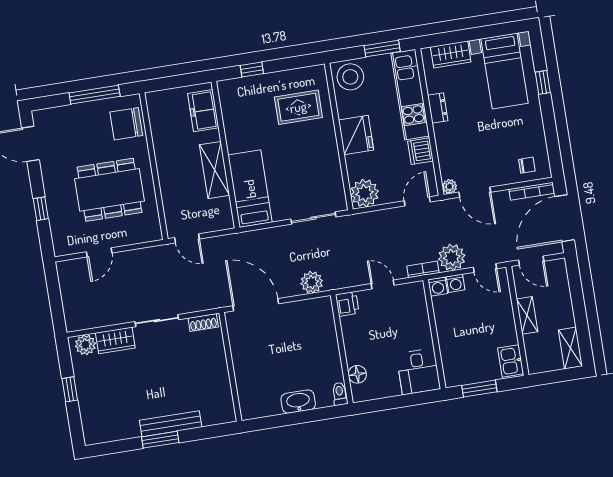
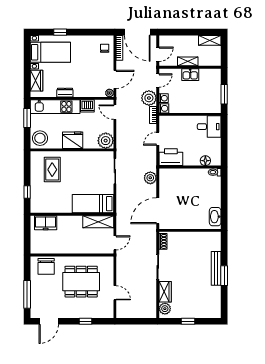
window: (95, 95) -> (27, 294), moved
shelving: (215, 170) -> (98, 222), moved
dining table: (110, 190) -> (81, 282), turned 90
printer: (347, 304) -> (171, 157), width x1.87, depth x1.48
kitchen sink: (511, 361) -> (190, 75), moved
washbasin: (298, 402) -> (215, 217), moved

